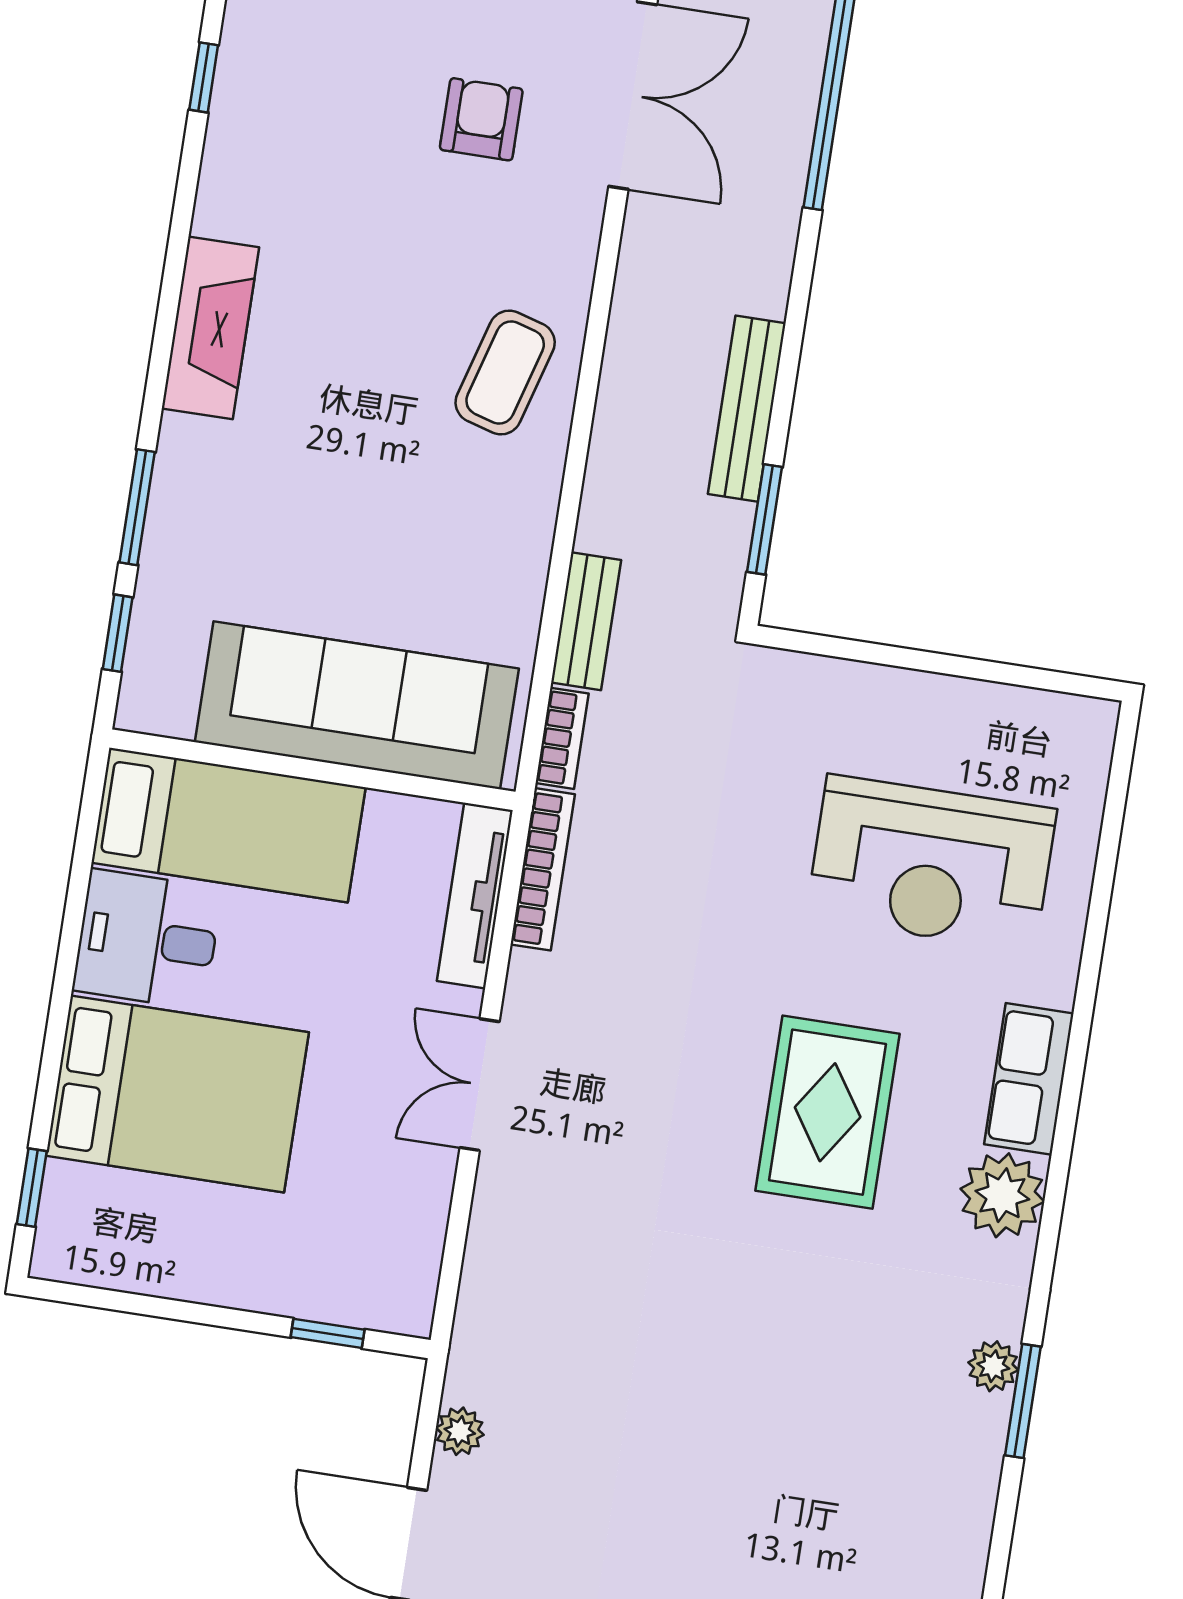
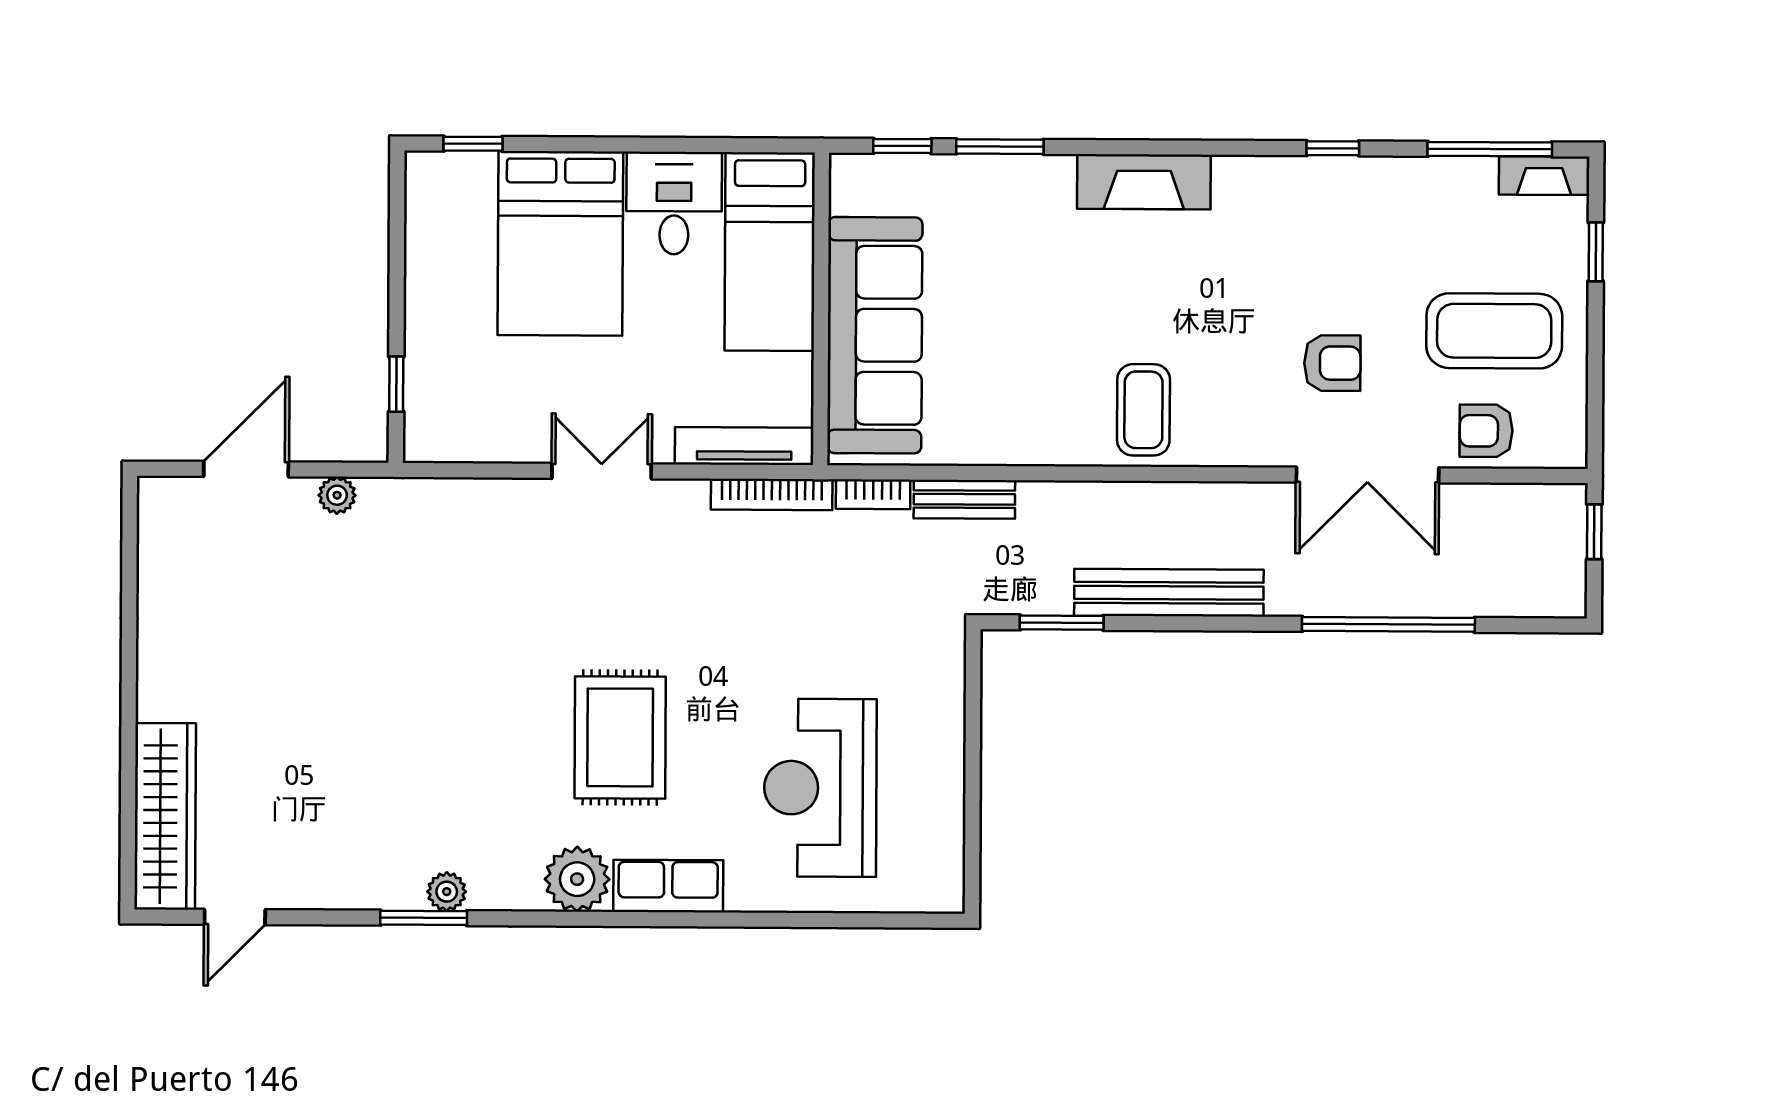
coffee table: (505, 372) -> (1143, 410), turned 74
bench: (747, 409) -> (1169, 593), width x1.37, depth x1.21
rug: (828, 1112) -> (620, 737), turned 90

